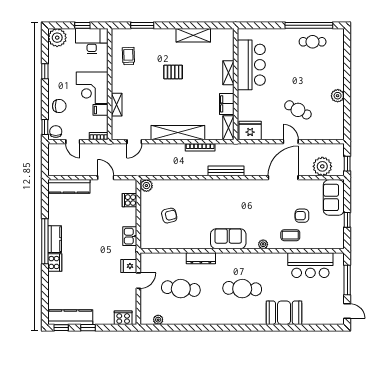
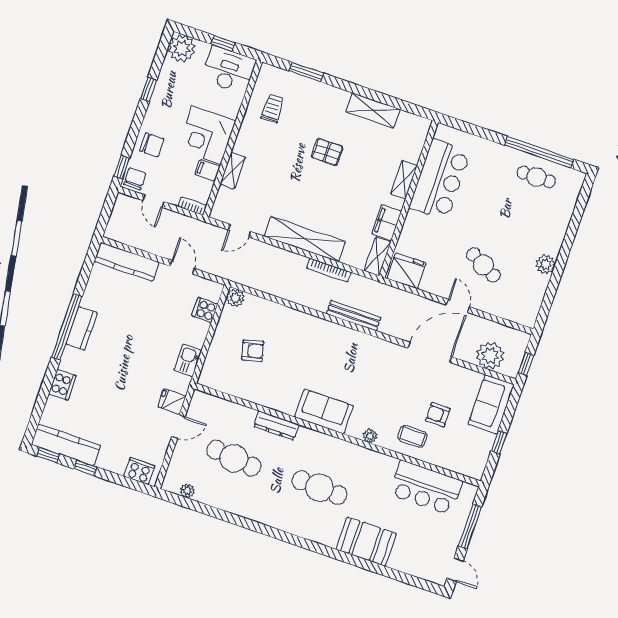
cooker: (55, 263) -> (62, 385), moved

